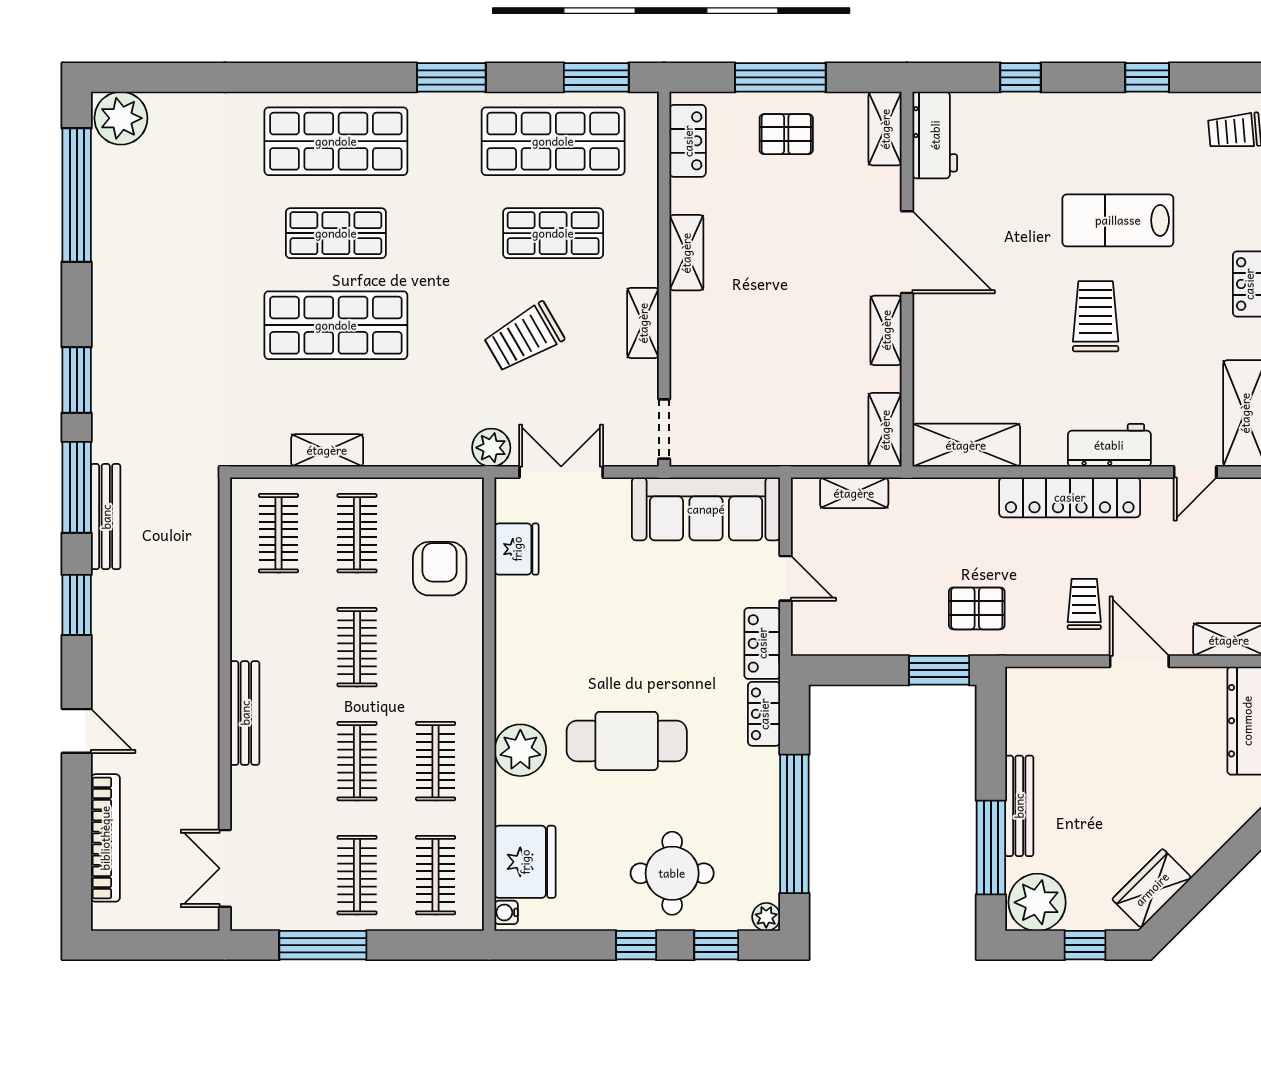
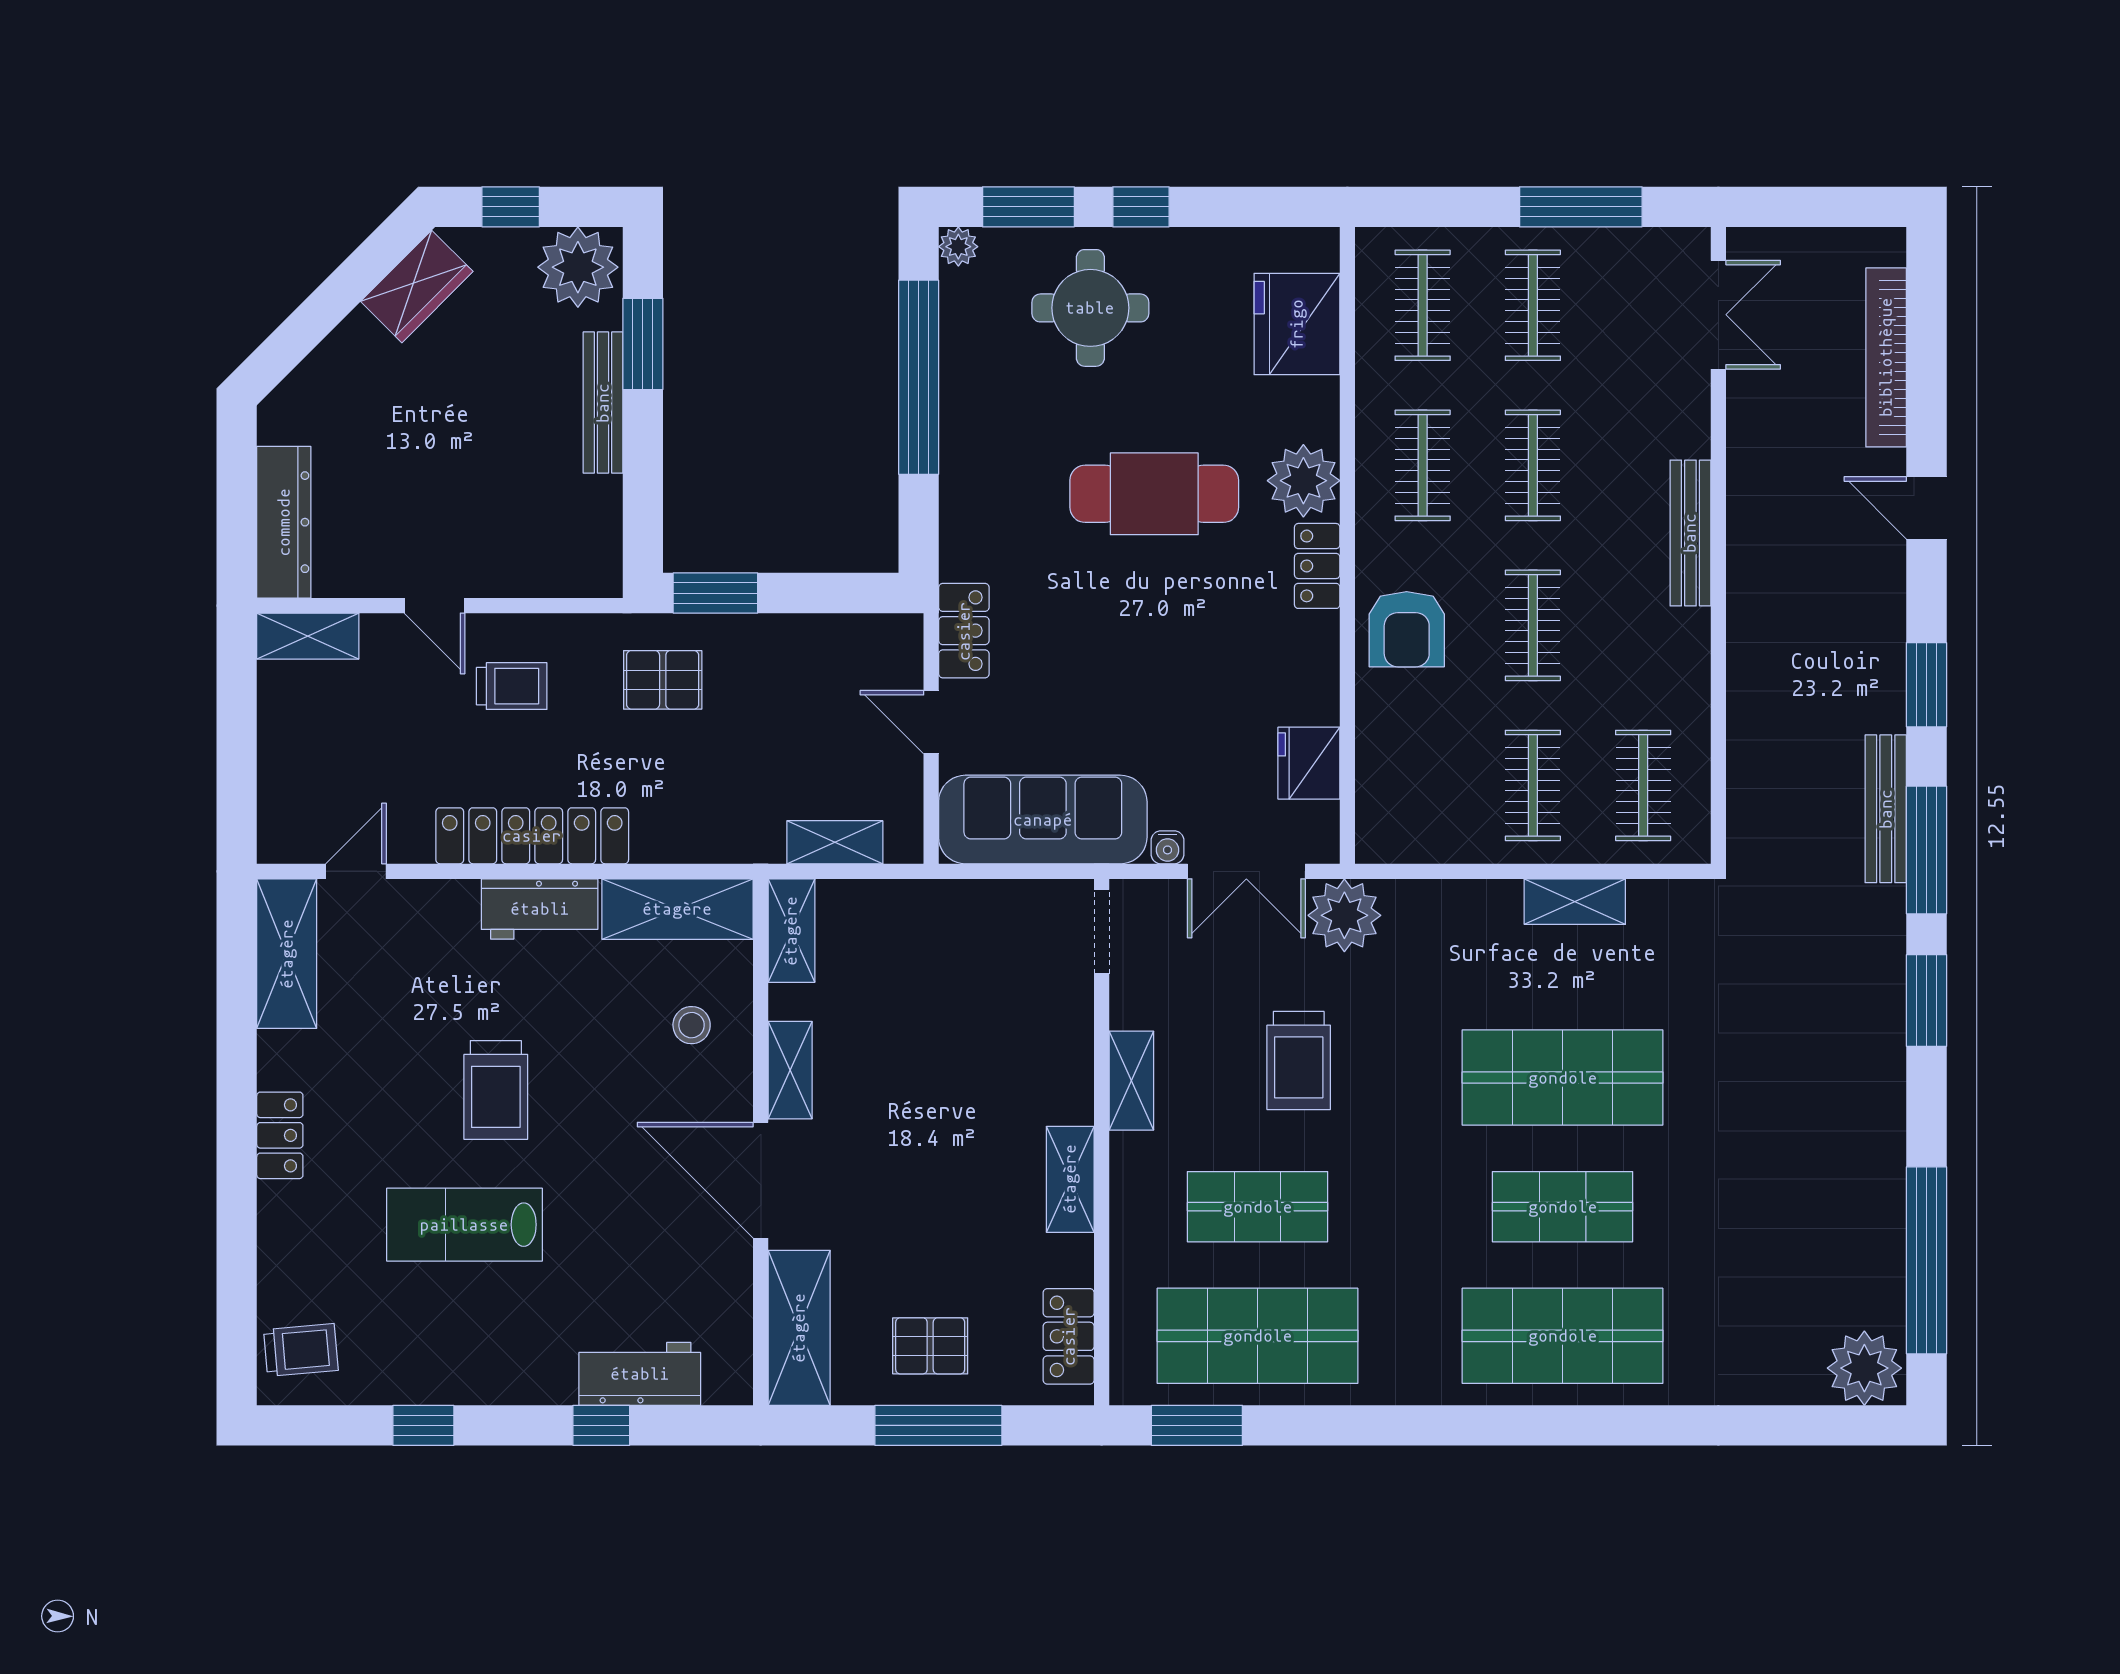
window: (451, 77) -> (1400, 1425), removed
shelving: (885, 129) -> (799, 1328), width x1.50, depth x1.33
workbench: (935, 135) -> (640, 1374), moved, turned 90
lab bench: (1118, 220) -> (464, 1225), turned 180
trolley: (524, 337) -> (1299, 1061), turned 120
stool: (956, 362) -> (692, 1025), added
workbench: (1109, 445) -> (540, 909), moved
plant: (491, 448) -> (1344, 915), width x1.36, depth x1.36
armchair: (440, 569) -> (1407, 629), moved
trolley: (1084, 604) -> (512, 686), turned -90
door: (1139, 661) -> (434, 606), width x0.73
locker: (764, 714) -> (1317, 566), moved, turned 180
window: (991, 848) -> (643, 344), width x0.69
water cooler: (506, 912) -> (1168, 847), moved, turned 90
window: (716, 945) -> (1028, 207), width x1.50

